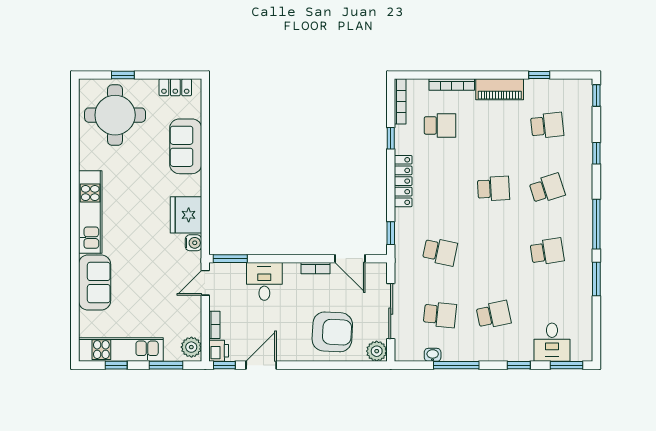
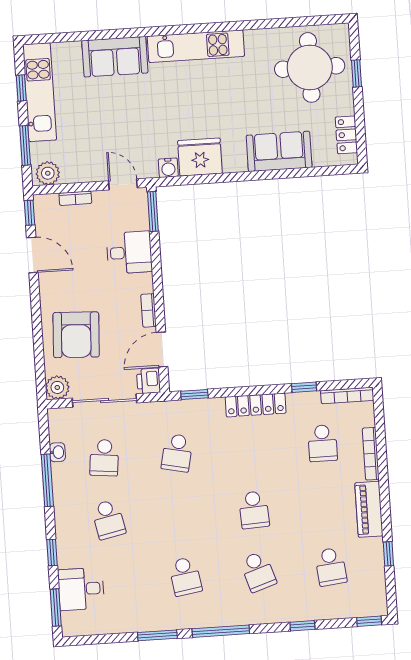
printer: (219, 351) -> (149, 381), moved, turned 90

